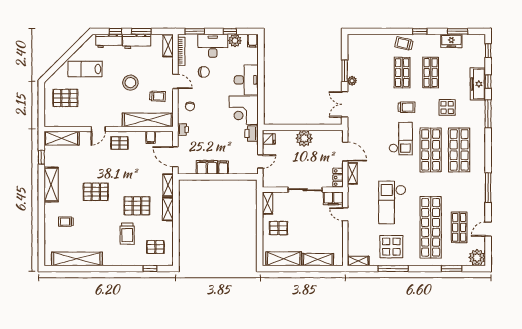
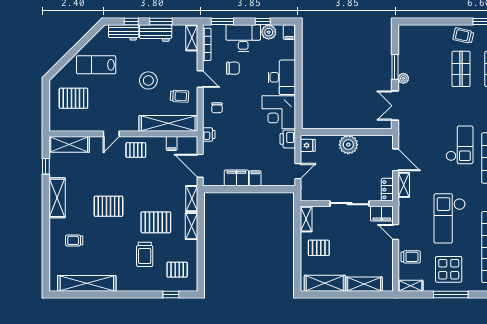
trolley: (406, 107) -> (411, 257), moved

